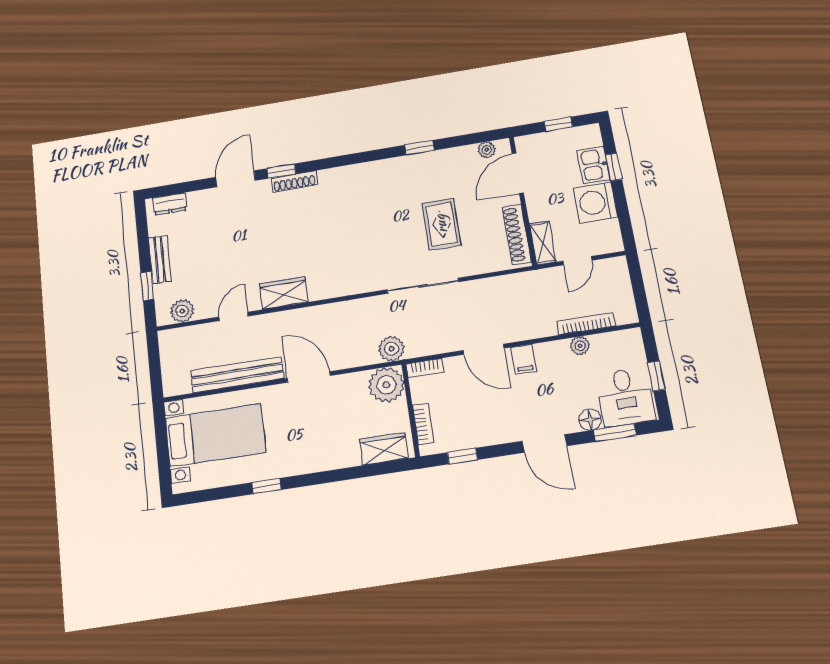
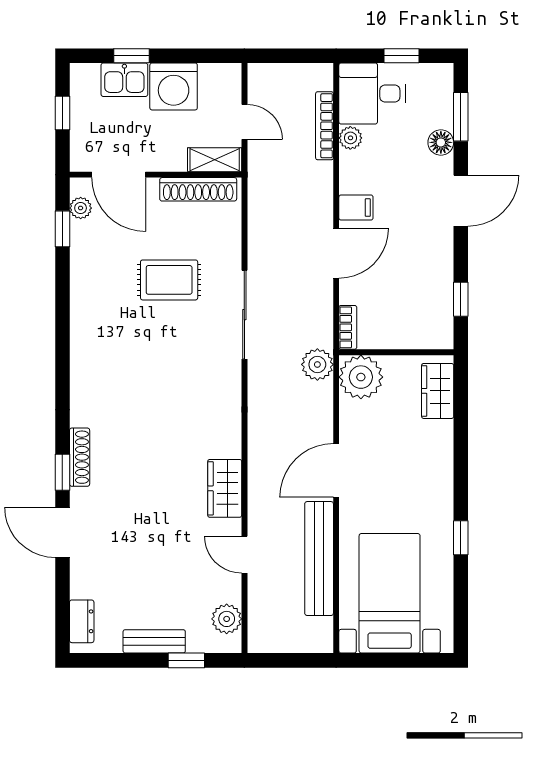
window: (420, 148) -> (62, 229), moved
desk: (625, 397) -> (372, 93), moved, turned 180
bookcase: (423, 424) -> (415, 340), removed

